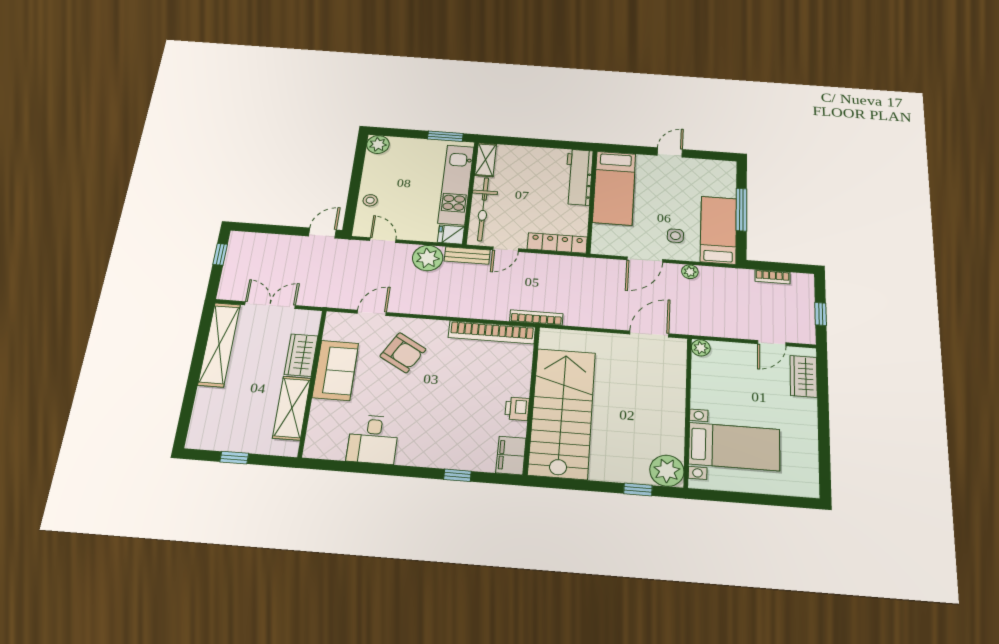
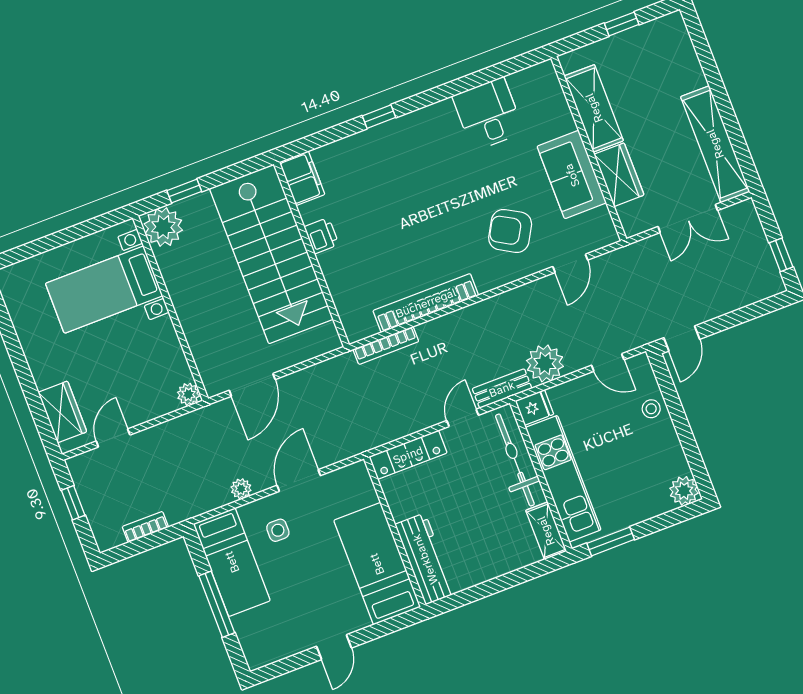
wall: (531, 399) -> (312, 254), moved
printer: (517, 409) -> (322, 236), moved
stairs: (562, 413) -> (271, 254), moved
filing cabinet: (511, 455) -> (302, 178), moved

